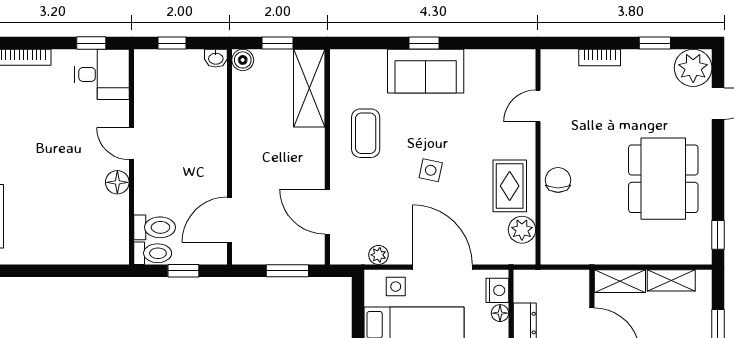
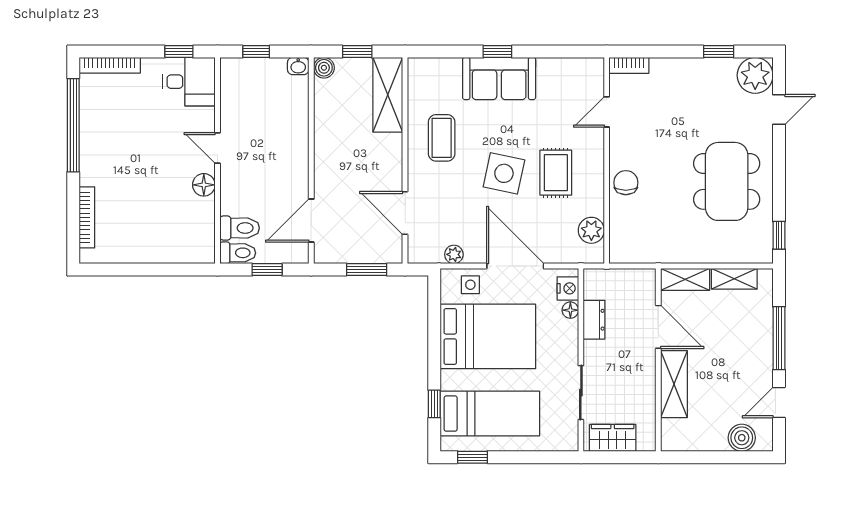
bookcase: (600, 57) -> (629, 65), moved
side table: (431, 170) -> (504, 173), width x1.87, depth x1.87
rug: (510, 186) -> (556, 173), moved

